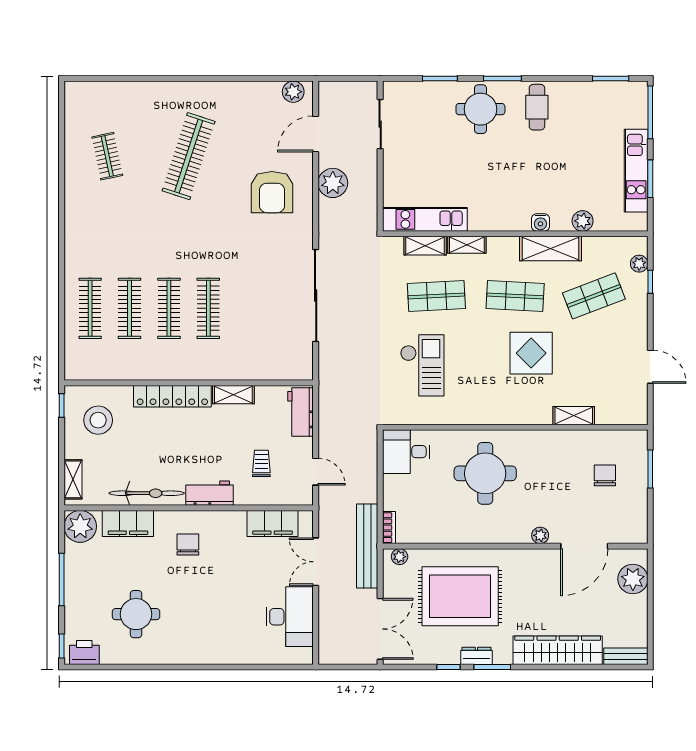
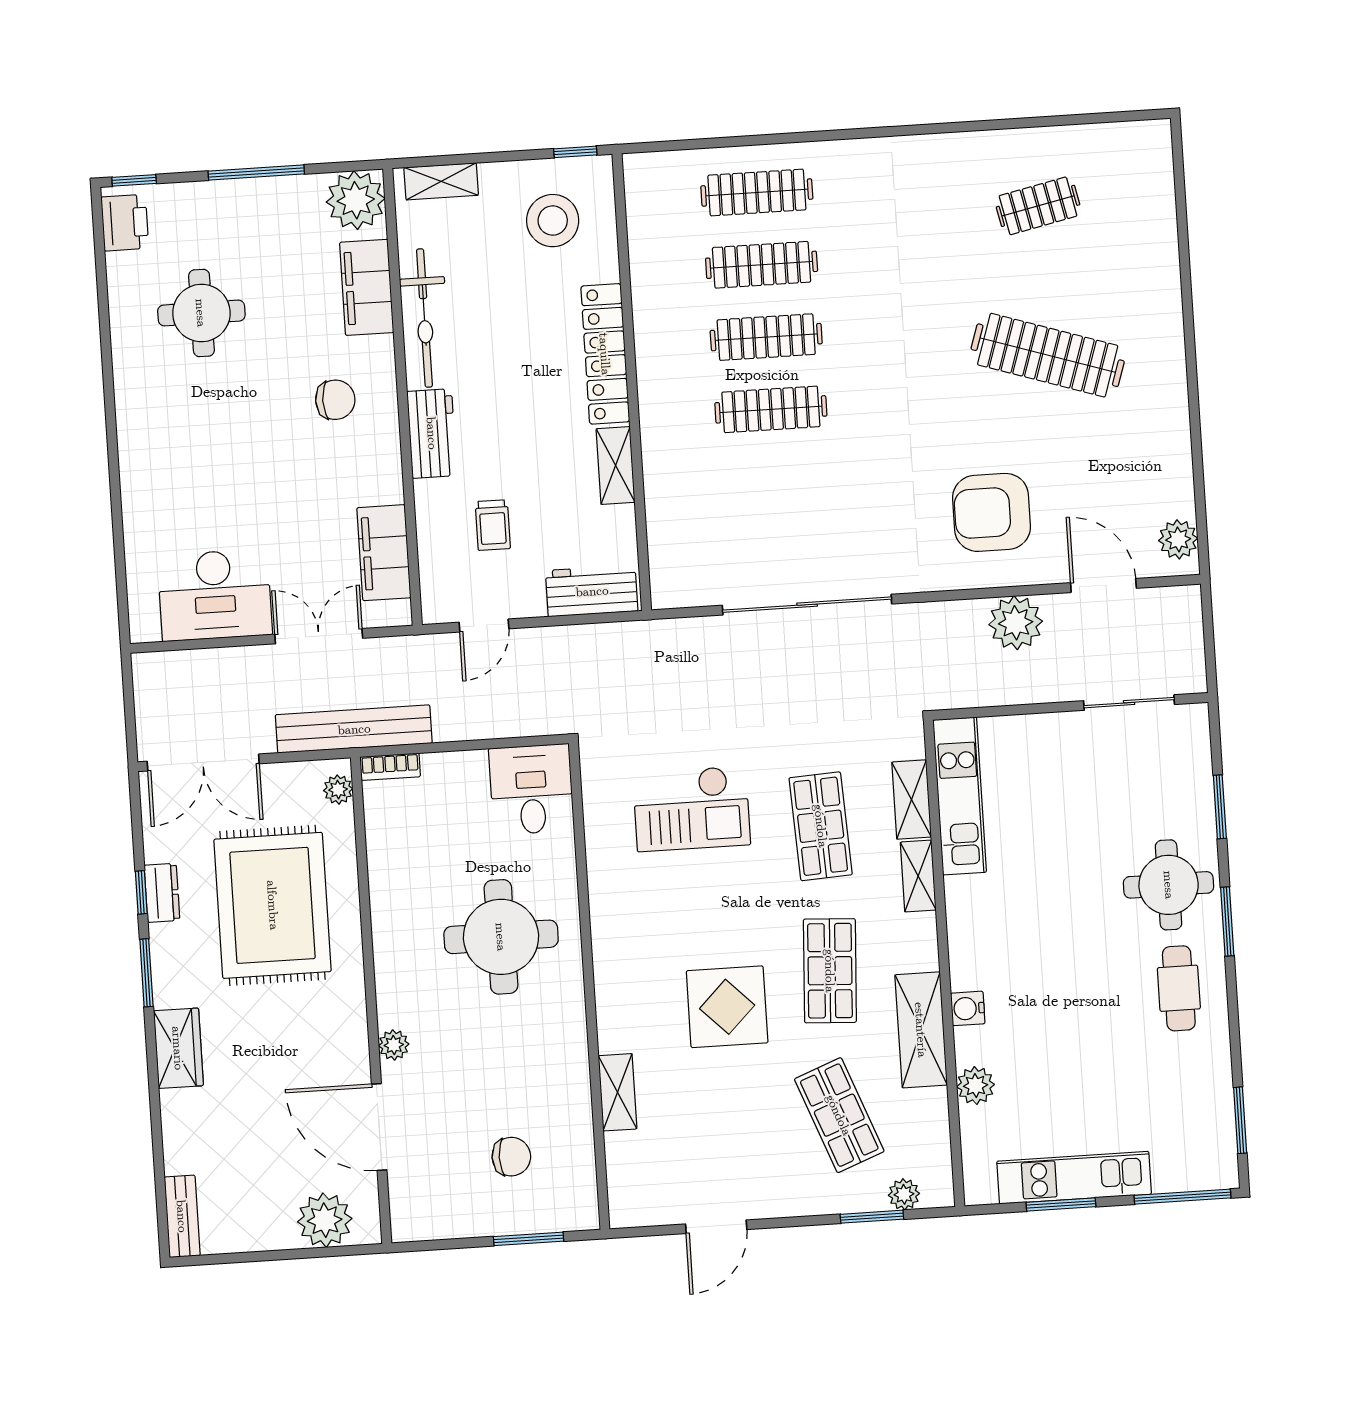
cafe table: (537, 107) -> (1179, 988), turned 90
window: (650, 282) -> (872, 1217), width x1.50
trolley: (261, 463) -> (493, 525), turned 90
wardrobe: (558, 650) -> (178, 1048), width x0.48, depth x0.85
dresser: (476, 656) -> (162, 893), moved

